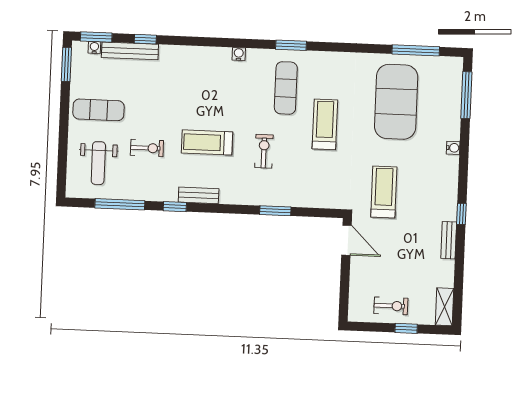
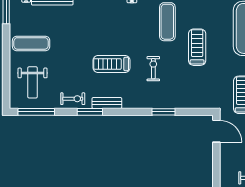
exercise bike: (147, 148) -> (73, 99), moved
window: (120, 204) -> (36, 112), moved
window: (175, 207) -> (90, 112), width x1.50

